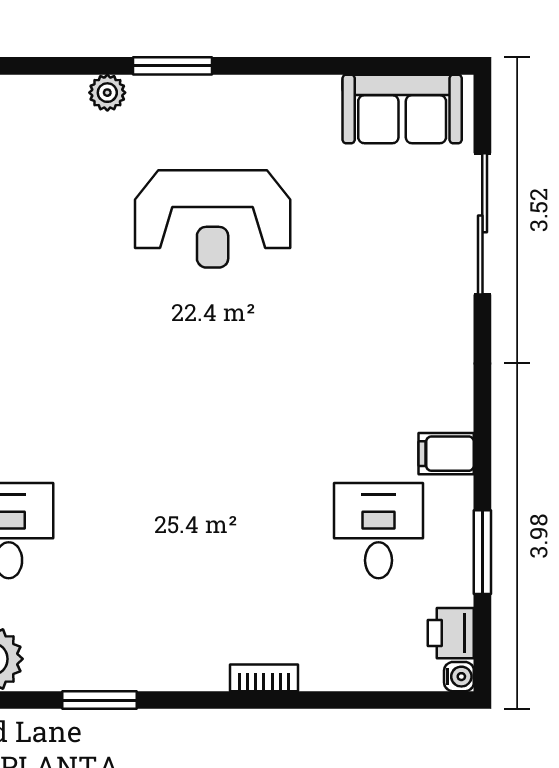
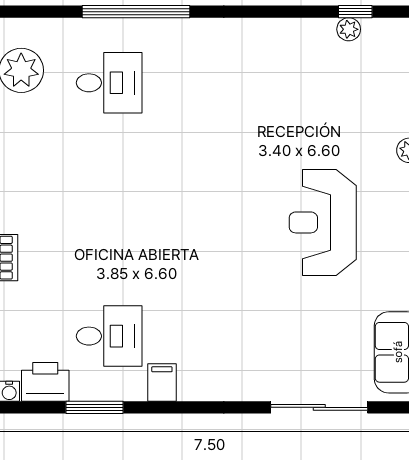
printer: (451, 633) -> (45, 382), width x1.36, depth x1.24

